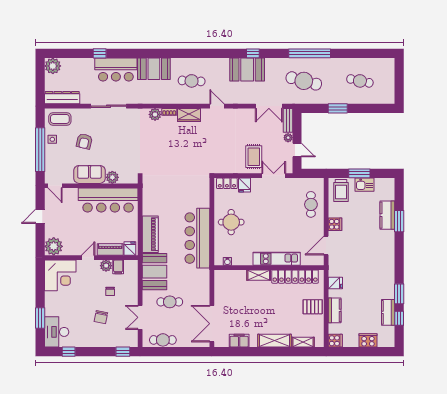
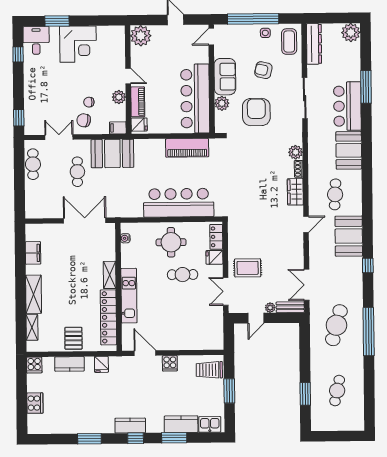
window: (100, 53) -> (366, 87), width x2.17
booth: (247, 70) -> (349, 236), moved
window: (338, 108) -> (305, 394), moved
armchair: (120, 148) -> (256, 112), added
double door: (274, 176) -> (226, 291), swing flipped
kitchen sink: (364, 185) -> (210, 424), moved, turned 90
cafe table: (311, 204) -> (183, 275), moved
piano: (150, 234) -> (187, 148), moved
bar counter: (197, 238) -> (179, 203), moved
filing cabinet: (118, 267) -> (118, 128), moved
corner desk: (60, 275) -> (78, 44), moved, turned -90
kitchen counter: (388, 312) -> (130, 425), moved
chair: (101, 317) -> (84, 120), moved
window: (399, 318) -> (136, 438), moved
double door: (212, 324) -> (85, 221), moved
desk: (57, 332) -> (36, 40), width x0.73

